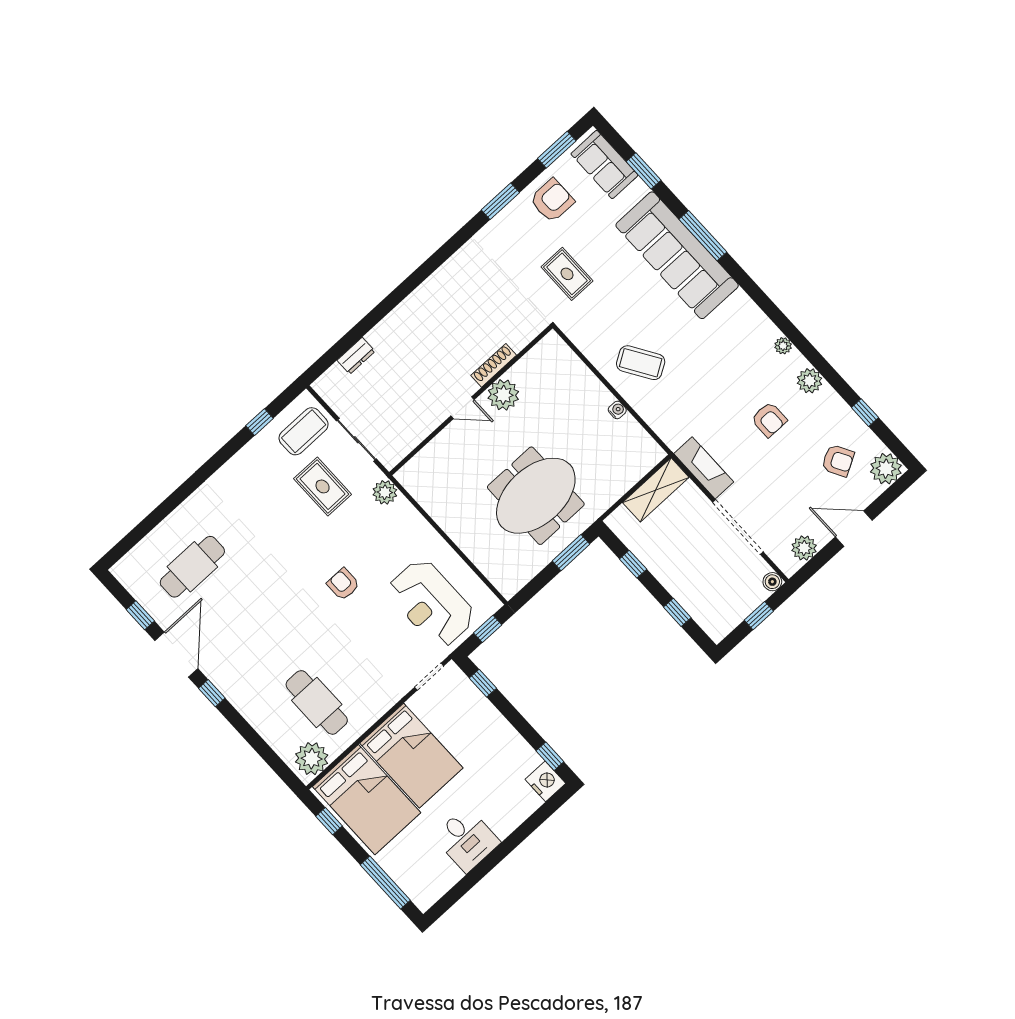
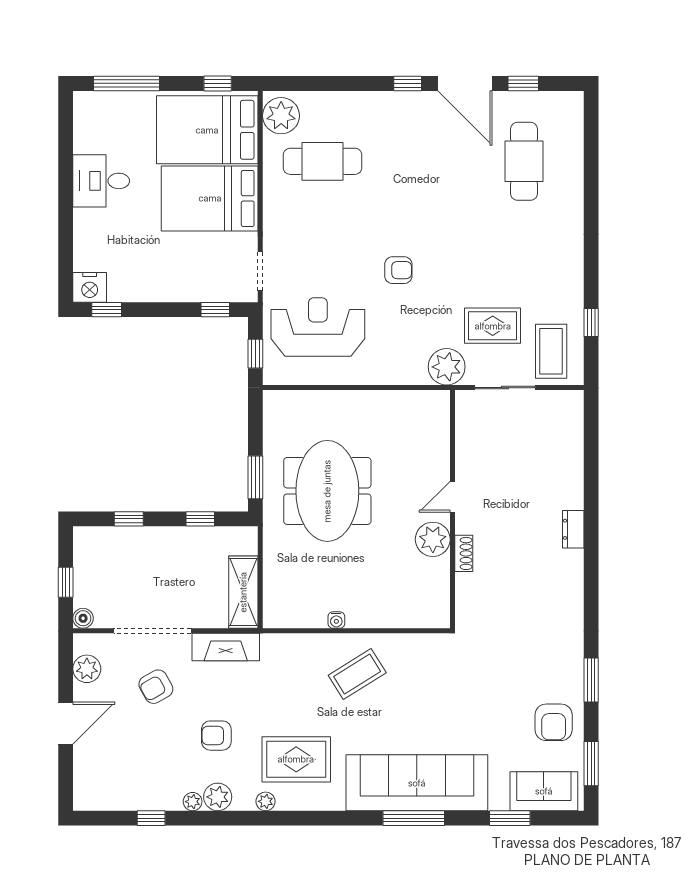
rug: (567, 274) -> (296, 759), moved, width x1.36, depth x1.43
dresser: (356, 356) -> (573, 529), moved
shoe rack: (494, 365) -> (464, 553), width x0.70
armchair: (838, 461) -> (156, 687), moved
plant: (886, 469) -> (193, 802), moved, width x0.53, depth x0.53
plant: (385, 492) -> (447, 367), width x1.36, depth x1.36

